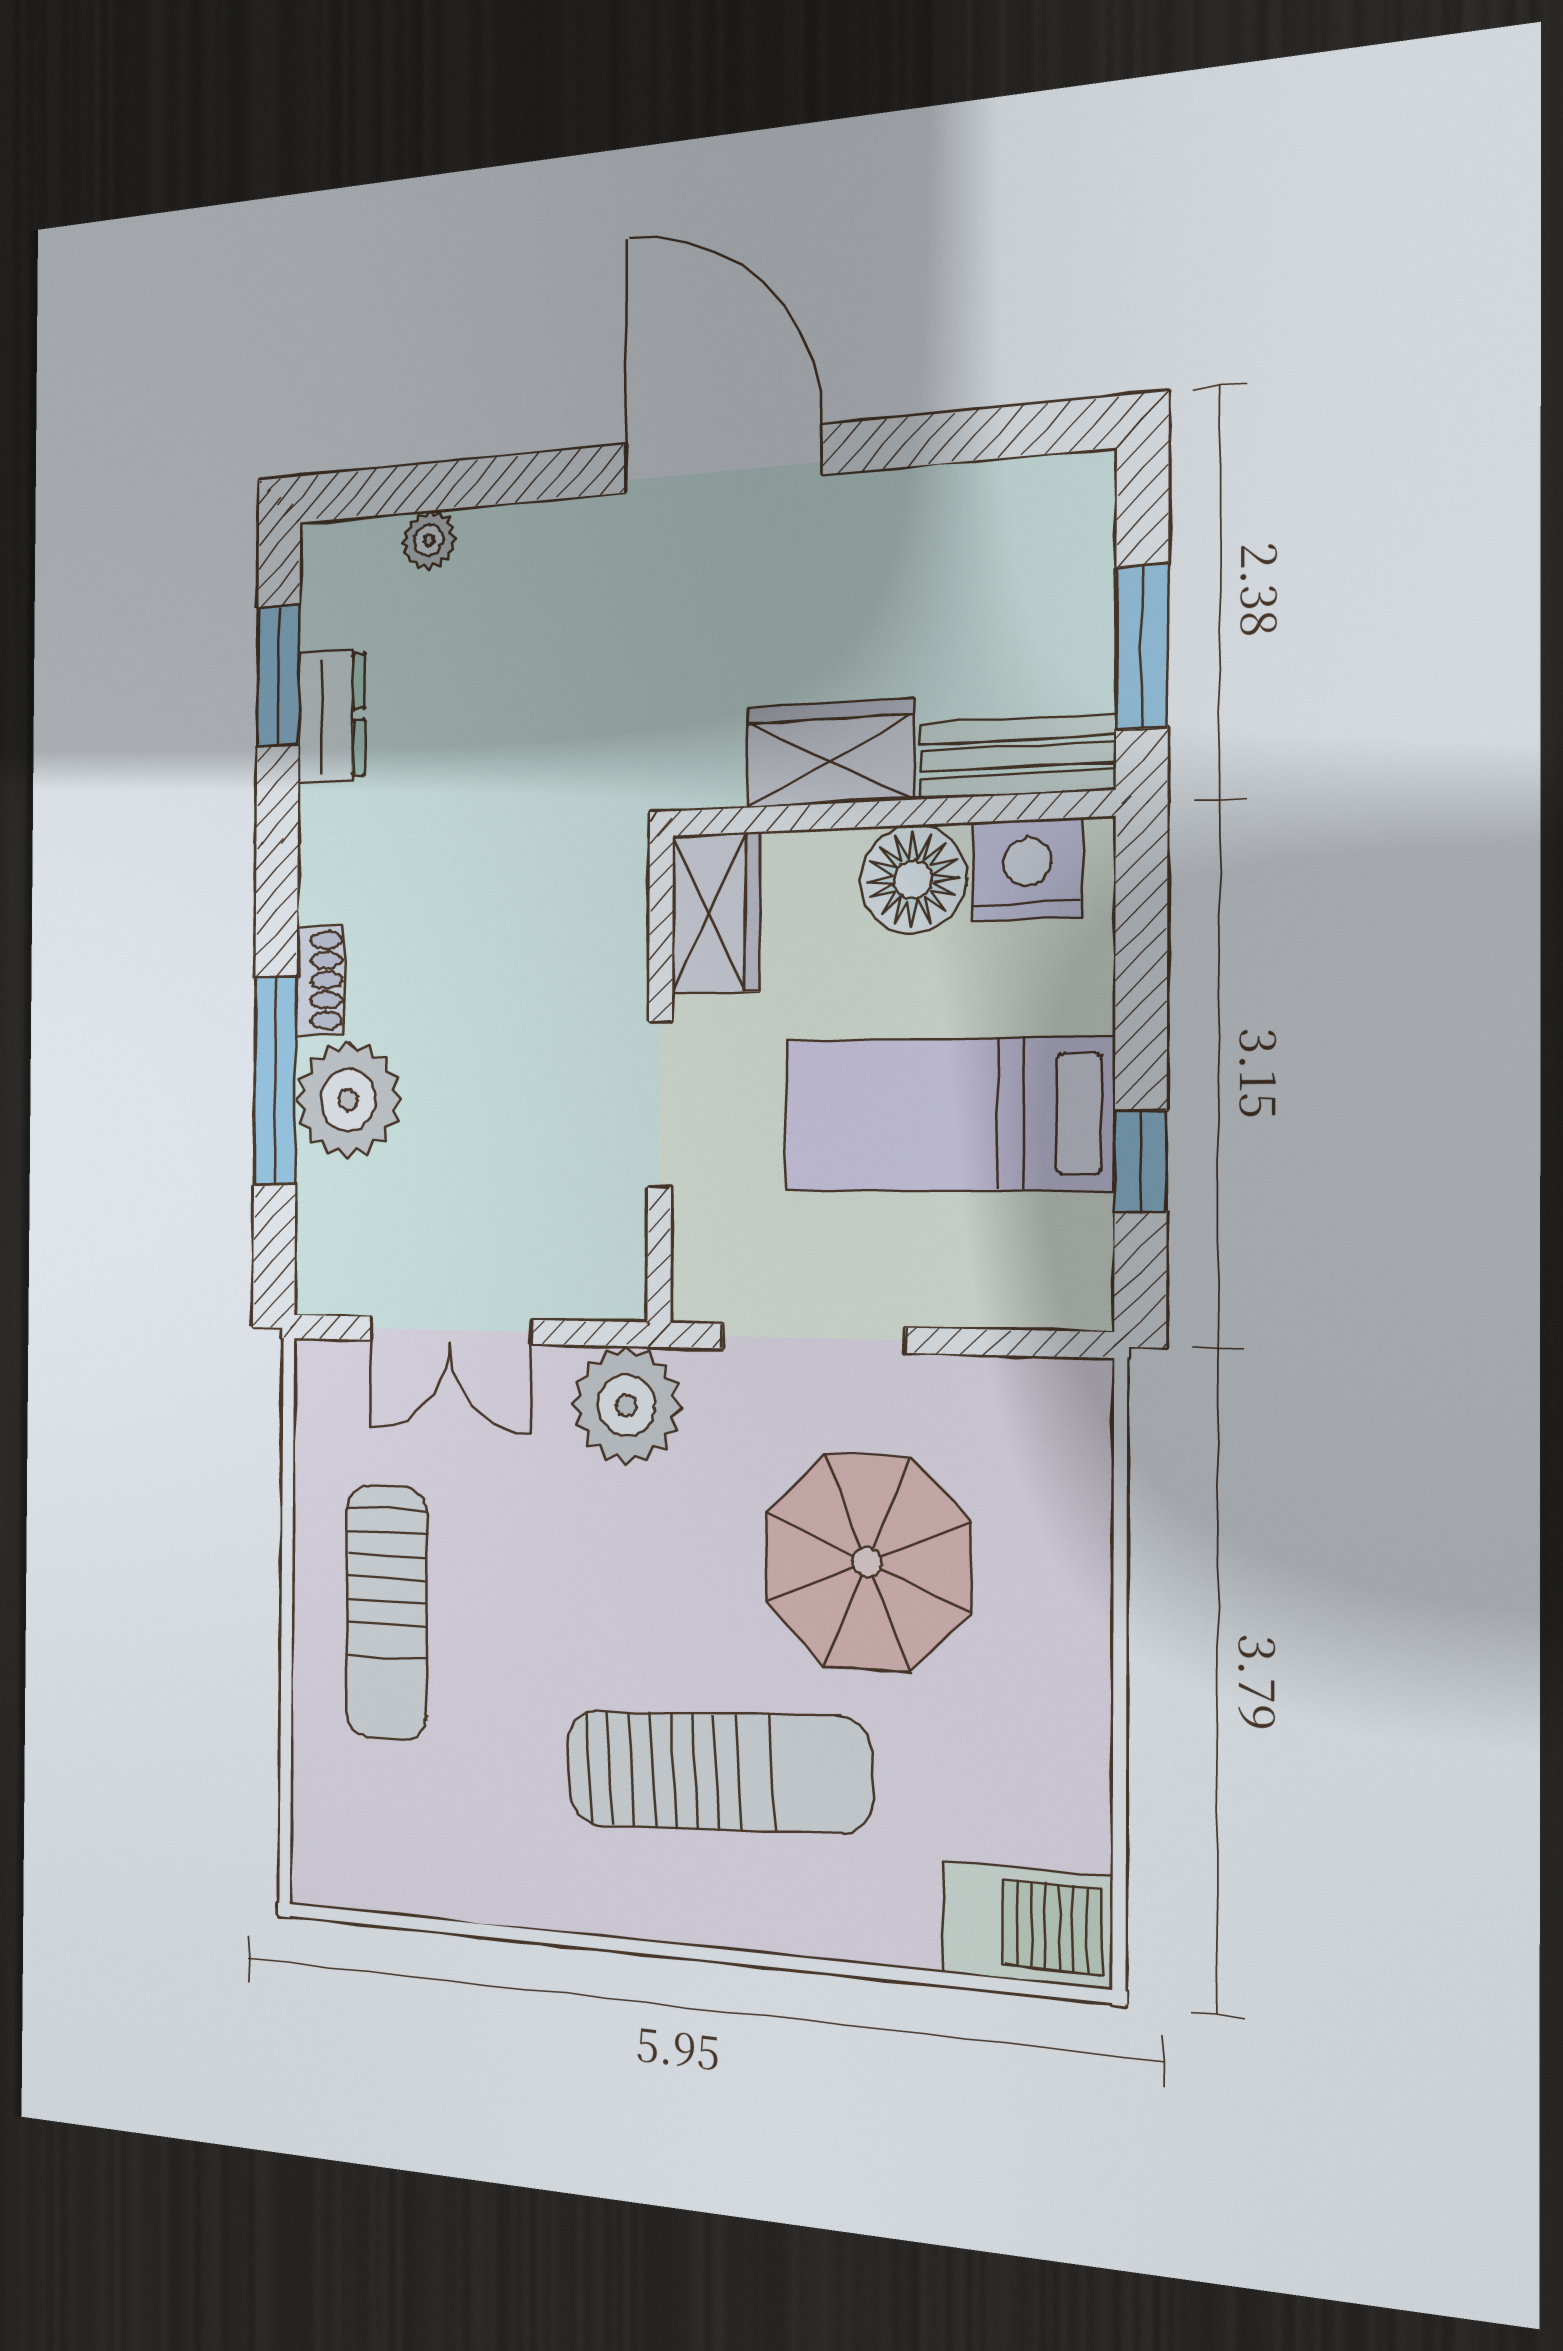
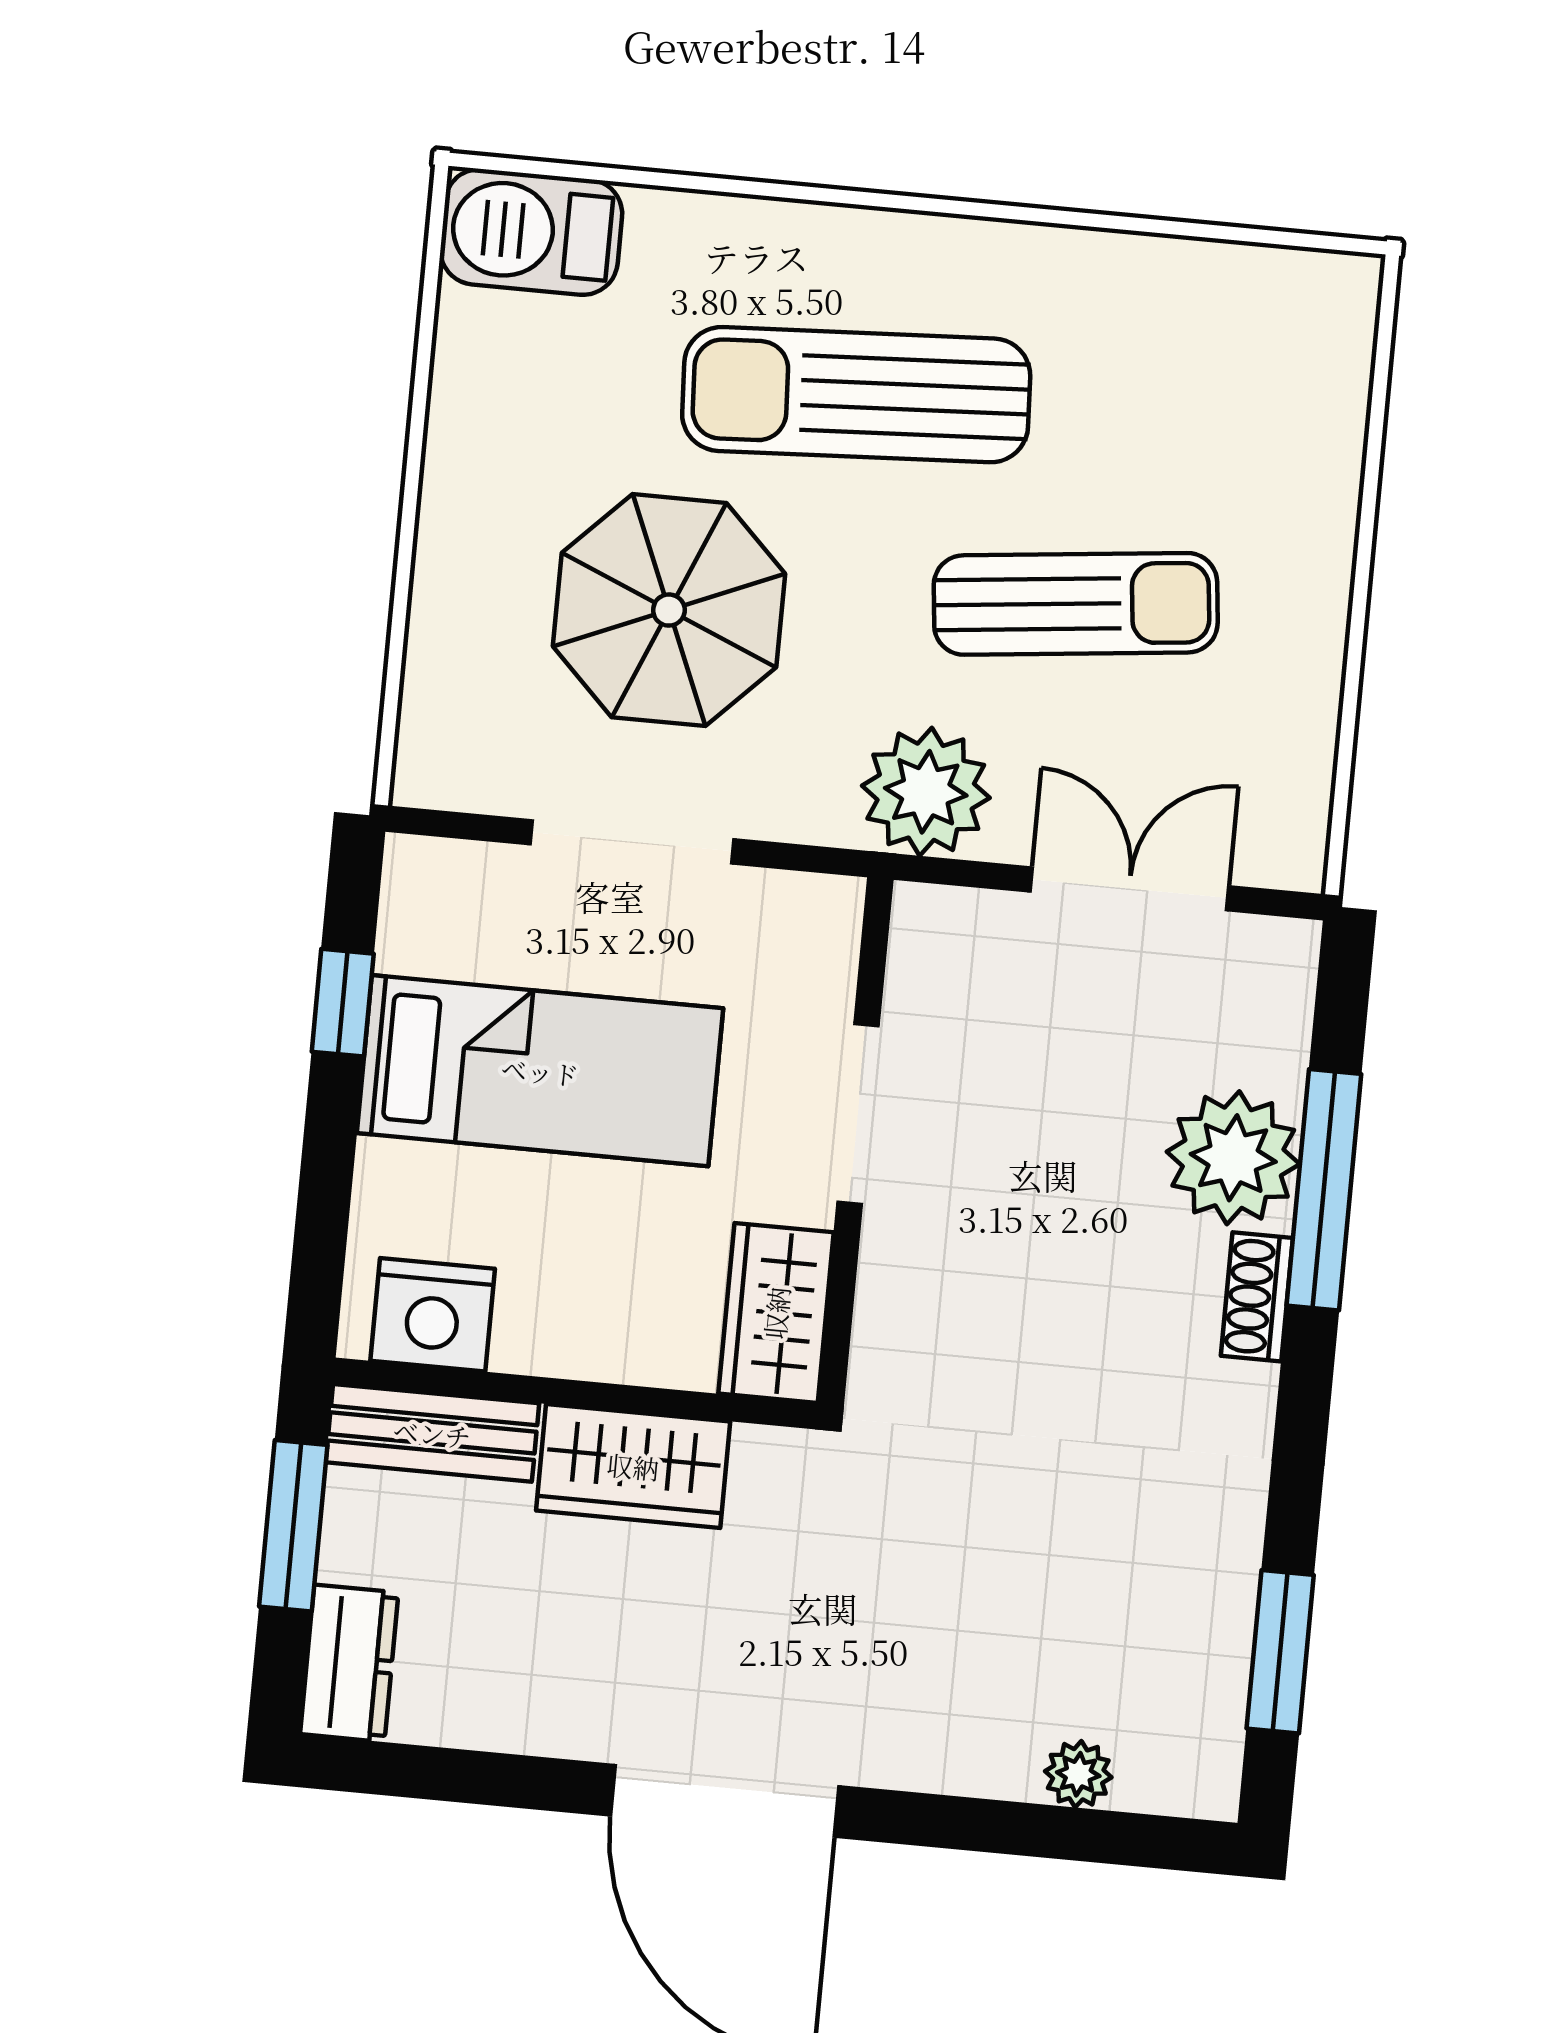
dresser: (332, 716) -> (349, 1663), moved, turned 180
floor lamp: (913, 879) -> (554, 1321), removed
doorway: (813, 1338) -> (632, 842), moved
sun lounger: (387, 1612) -> (1076, 604), moved, turned 84

